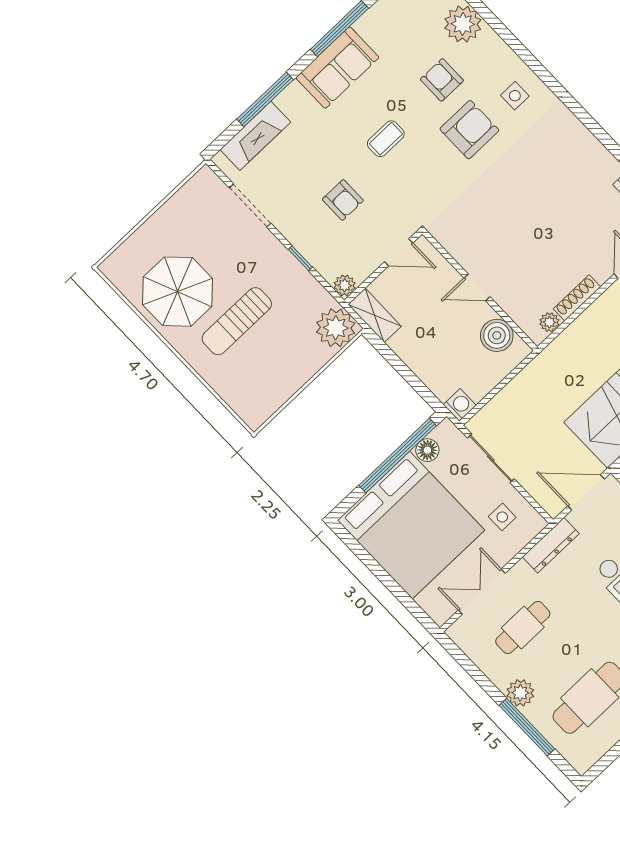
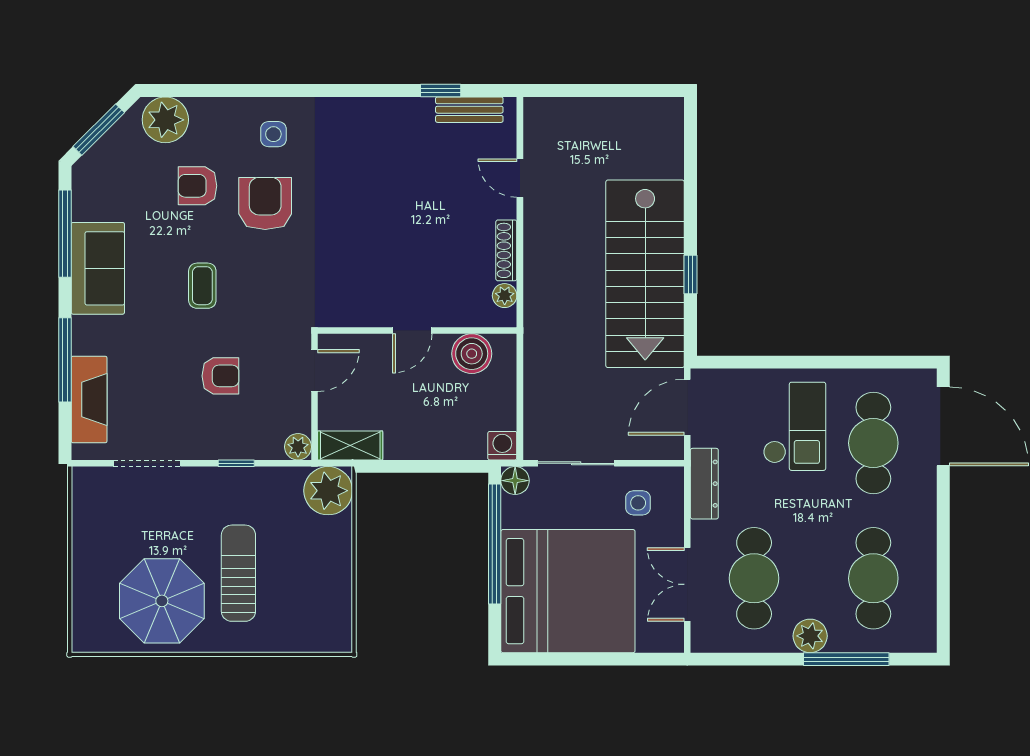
sun lounger: (237, 321) -> (238, 573), turned 180
floor lamp: (427, 450) -> (515, 481), moved
cafe table: (523, 627) -> (754, 578), width x1.37, depth x1.35

